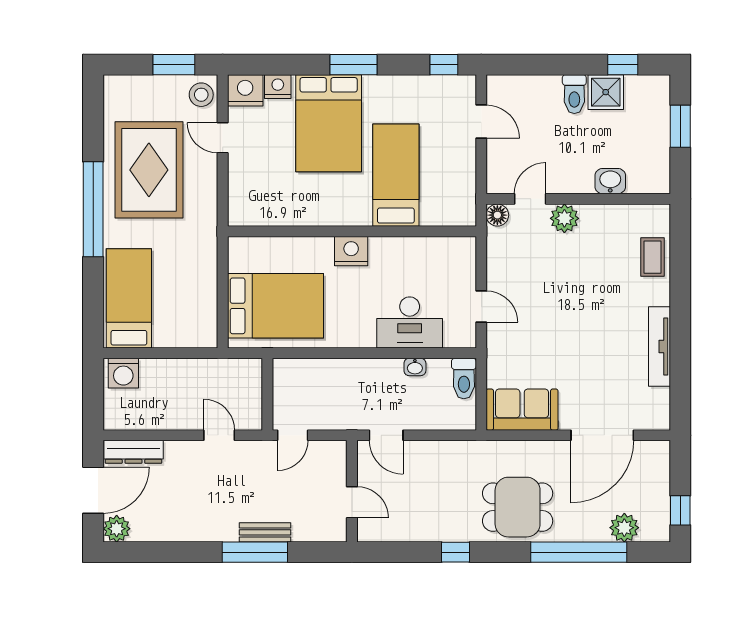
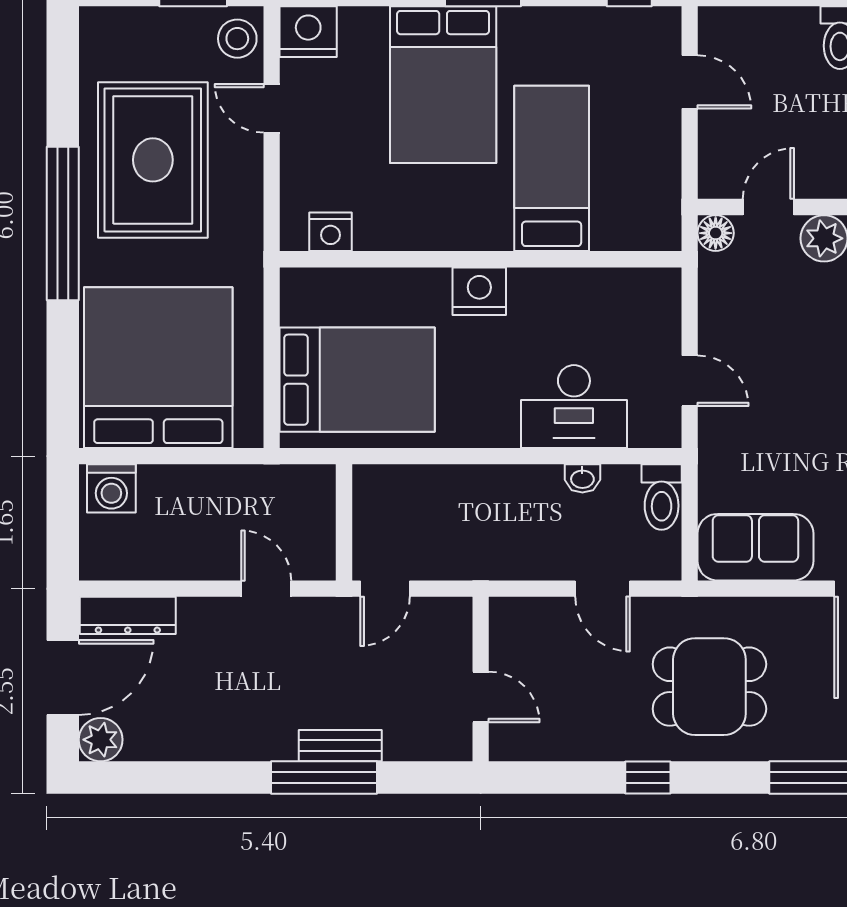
nightstand: (278, 87) -> (331, 232), moved, turned 180
bed: (129, 298) -> (158, 368), width x2.04
door: (386, 435) -> (603, 589), moved
dining table: (518, 507) -> (709, 687), moved

